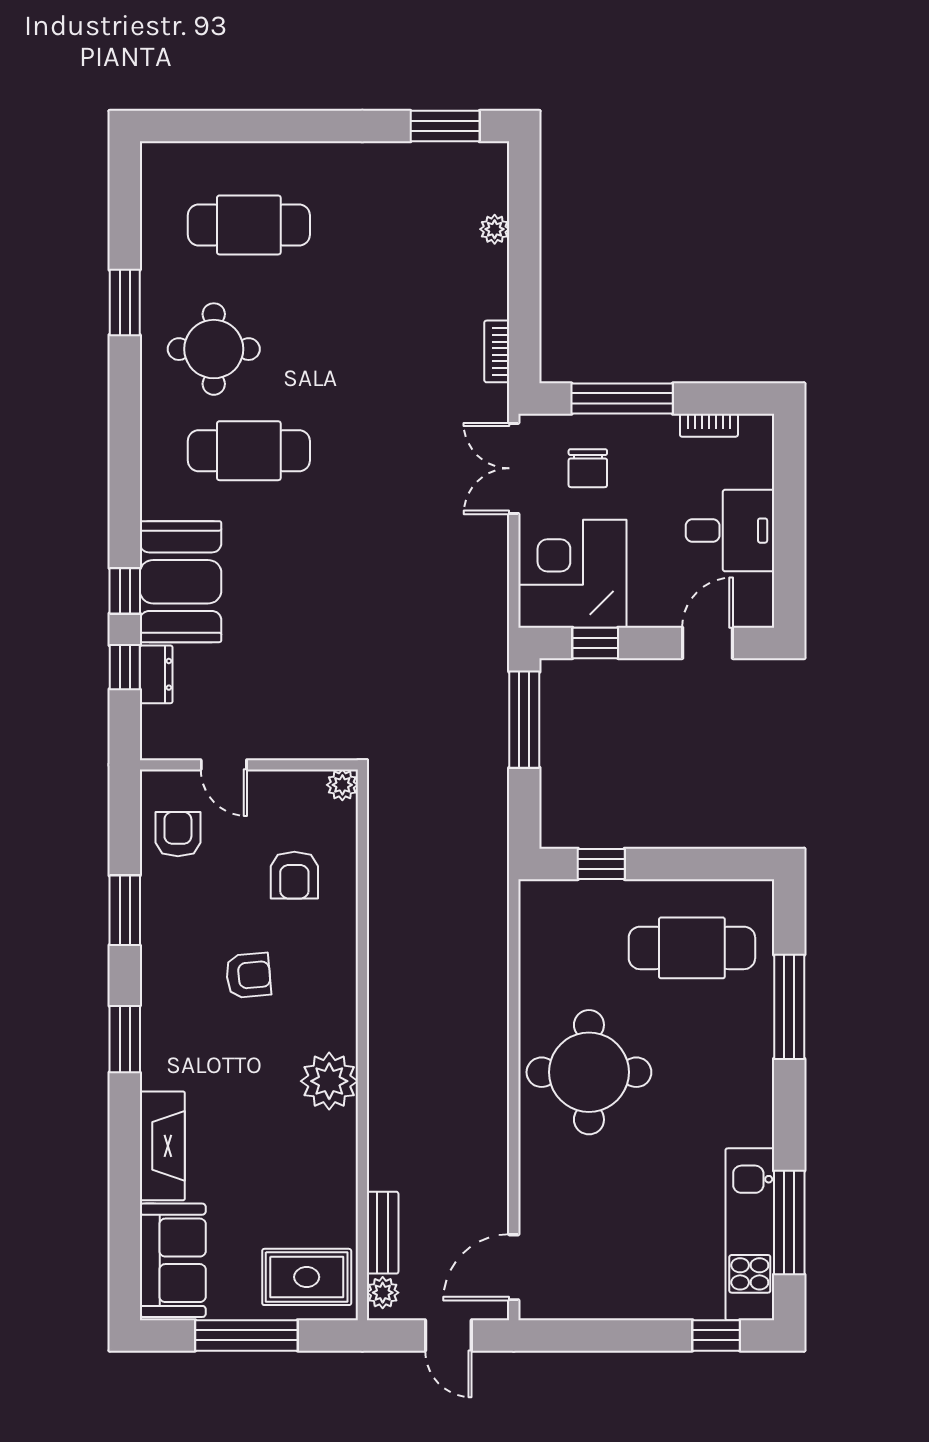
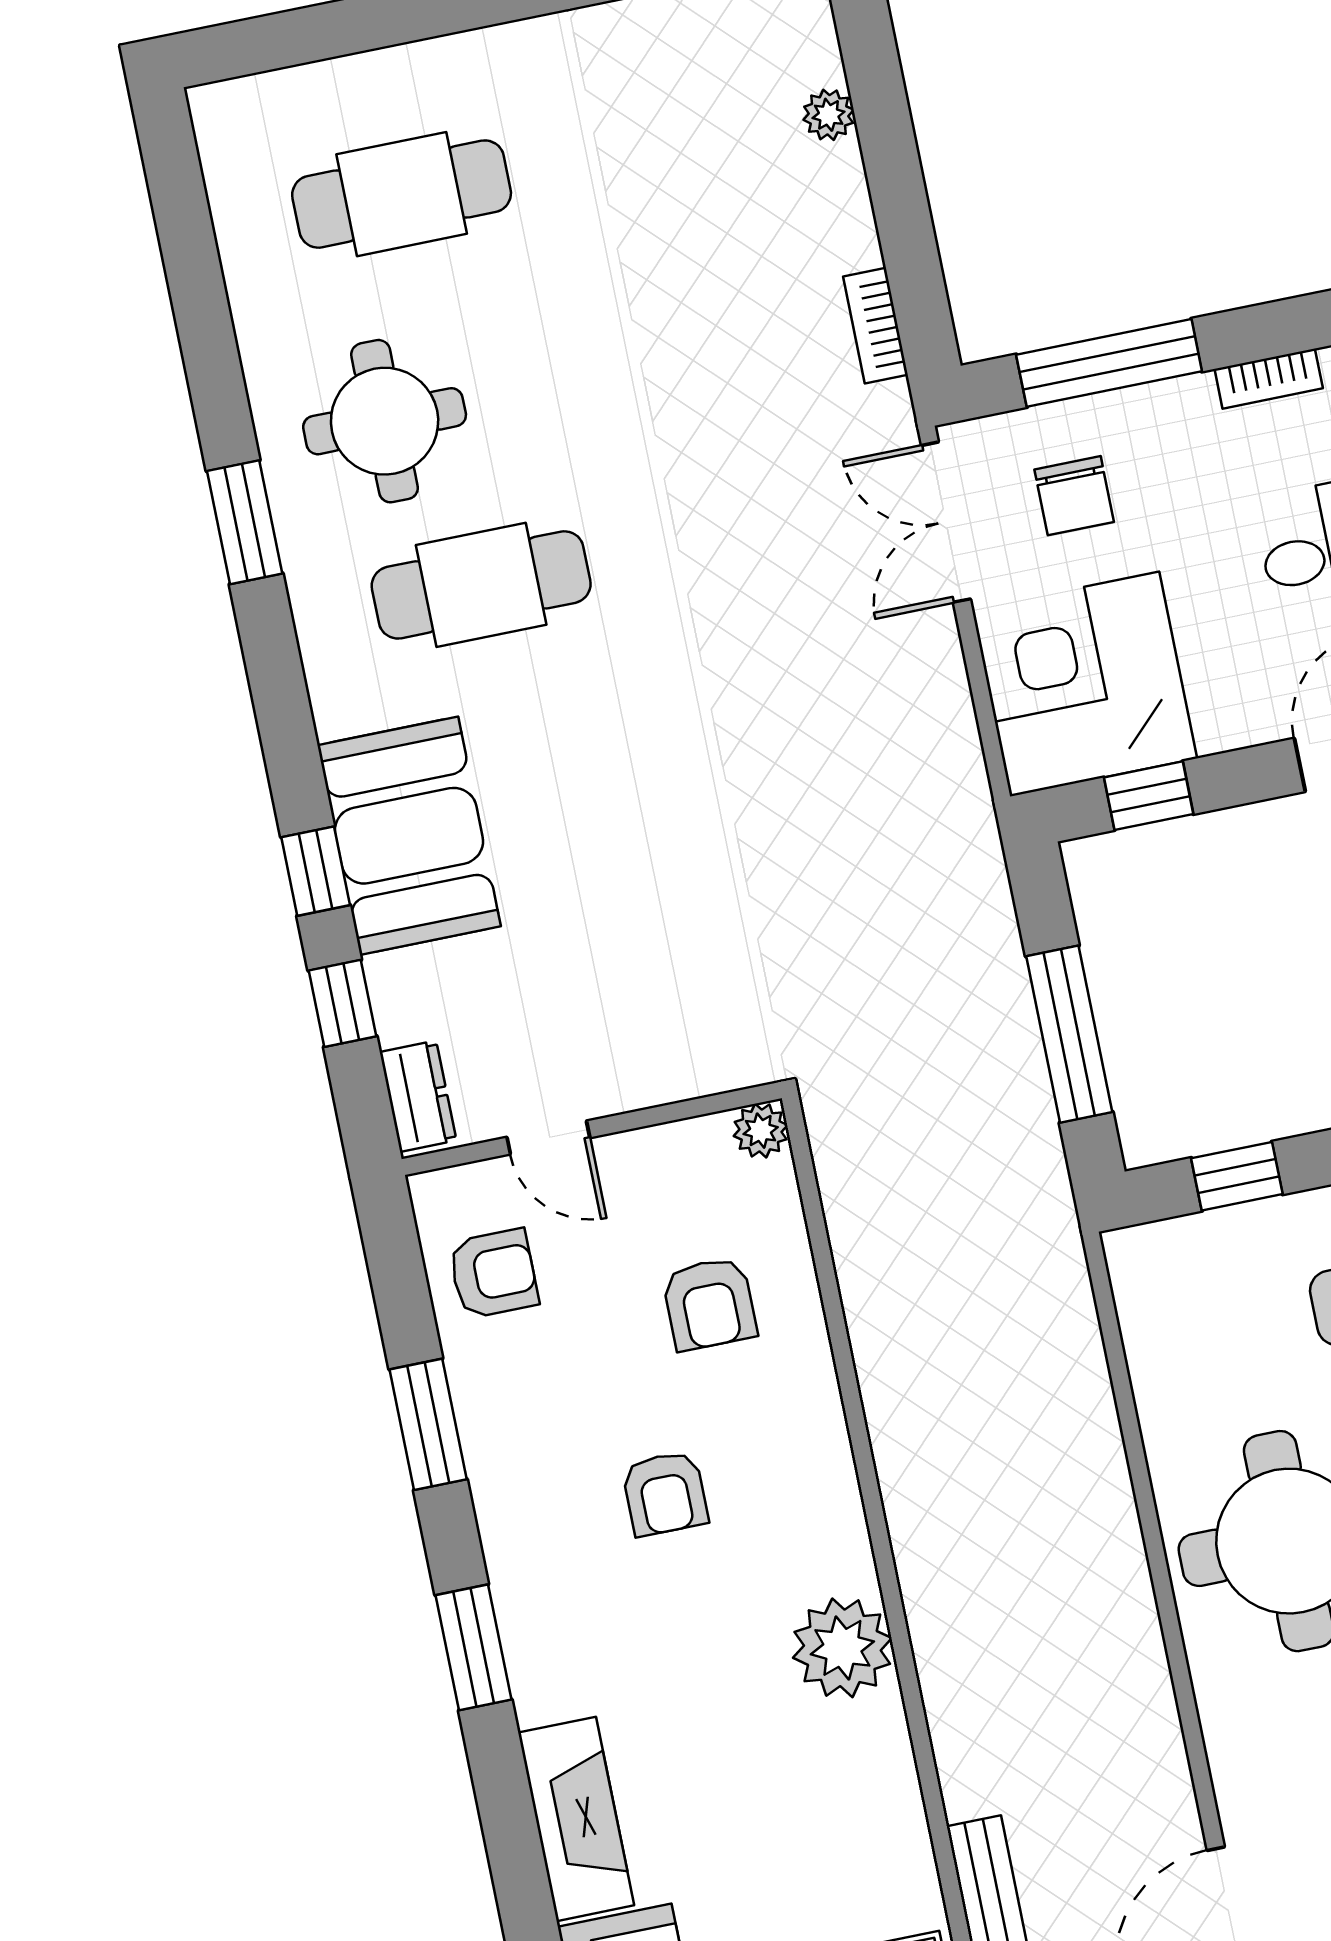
window: (125, 302) -> (245, 522), moved
dresser: (156, 674) -> (418, 1096), moved
window: (524, 720) -> (1069, 1034), moved
armchair: (178, 834) -> (493, 1274), turned 90
armchair: (248, 975) -> (665, 1493), turned 95

